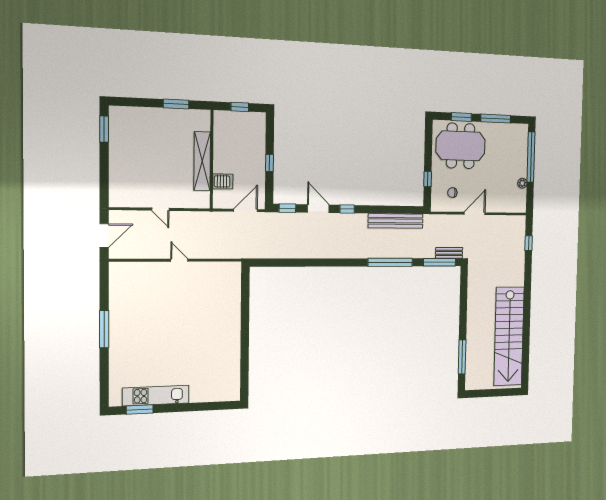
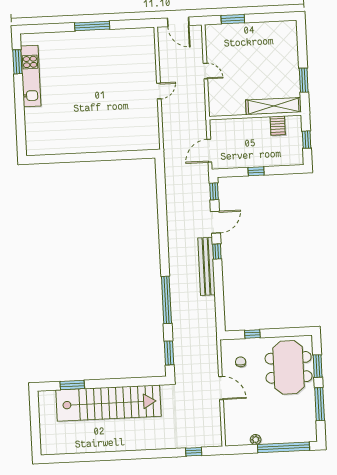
window: (104, 129) -> (233, 19), moved
shelving: (202, 161) -> (273, 106), moved
server rack: (223, 181) -> (278, 125), moved
door: (160, 209) -> (205, 71), swing flipped
door: (246, 210) -> (209, 151), swing flipped
bench: (396, 221) -> (206, 266), moved
bench: (449, 253) -> (179, 363), removed
window: (440, 262) -> (169, 353), width x0.69
stairs: (509, 336) -> (108, 403), moved, turned 180
window: (462, 357) -> (72, 385), width x0.69

